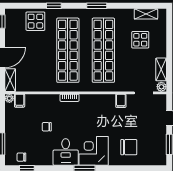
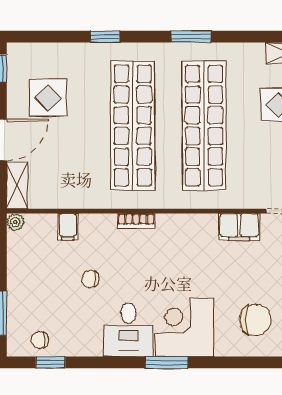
display table: (35, 21) -> (48, 98), moved
filing cabinet: (20, 101) -> (68, 227), moved
filing cabinet: (121, 101) -> (239, 227), width x2.00

